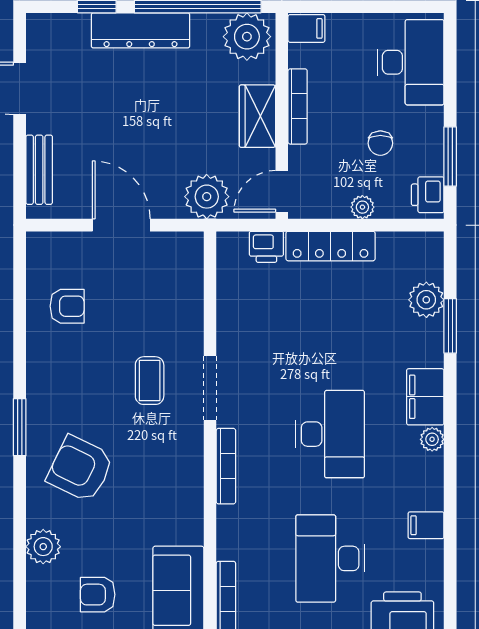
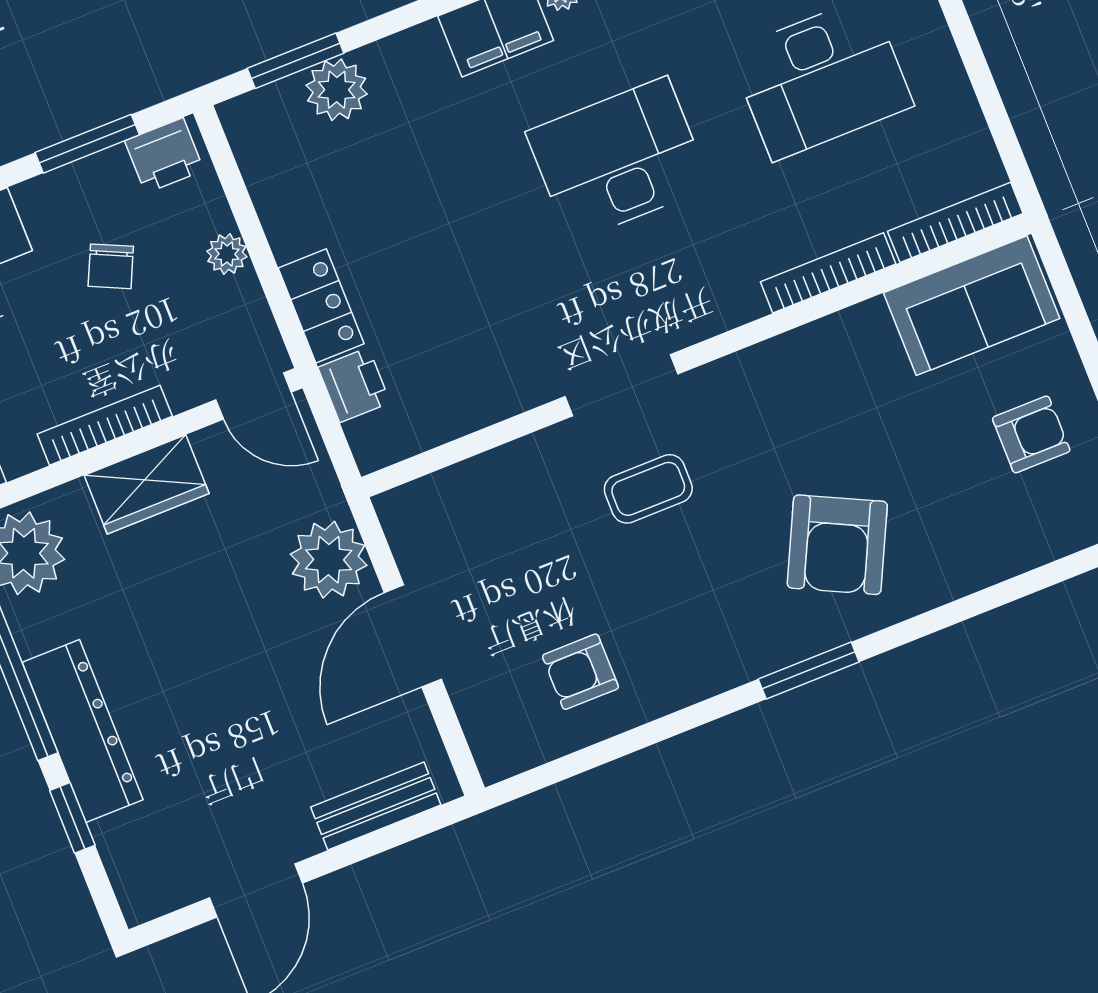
chair: (380, 143) -> (111, 266), turned 115
plant: (207, 197) -> (329, 560), moved
locker: (331, 246) -> (321, 306), width x0.66
armchair: (67, 306) -> (580, 672), turned -90
window: (450, 326) -> (296, 61), moved
bookcase: (226, 466) -> (828, 273), moved
plant: (43, 547) -> (988, 555), removed
armchair: (98, 595) -> (1031, 434), turned -90

